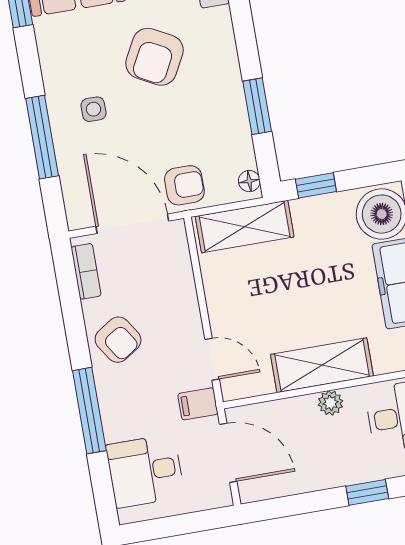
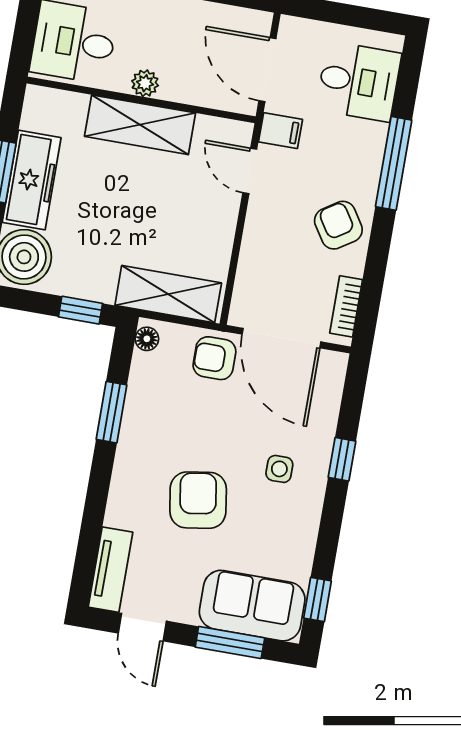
armchair: (154, 57) -> (198, 500), turned -37
window: (42, 137) -> (342, 459), width x0.46

